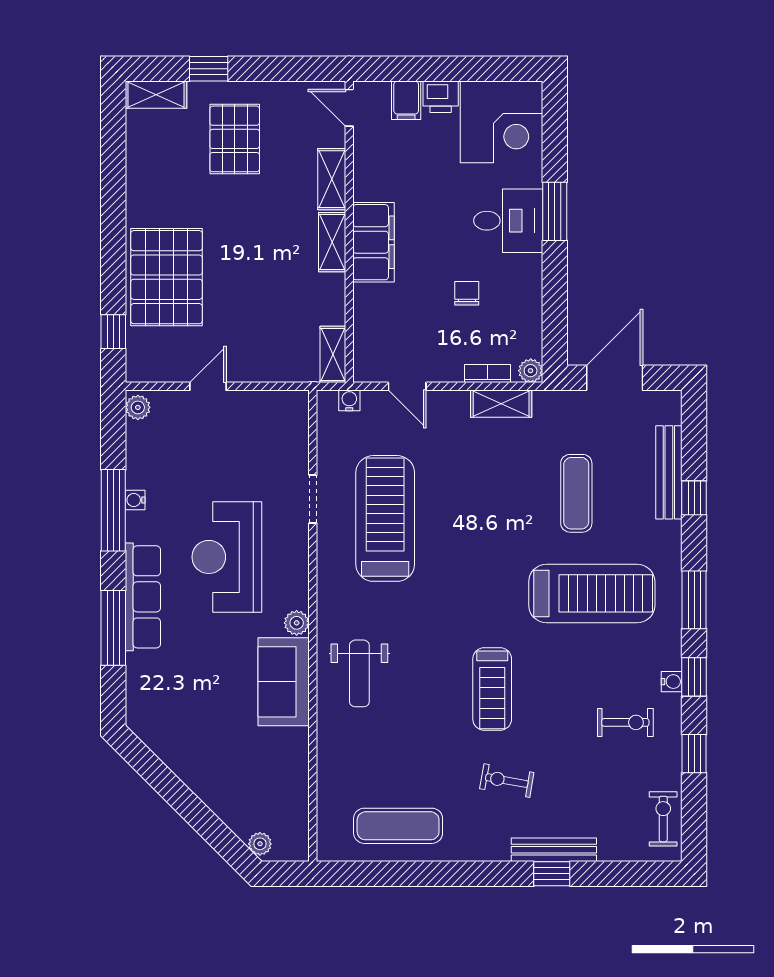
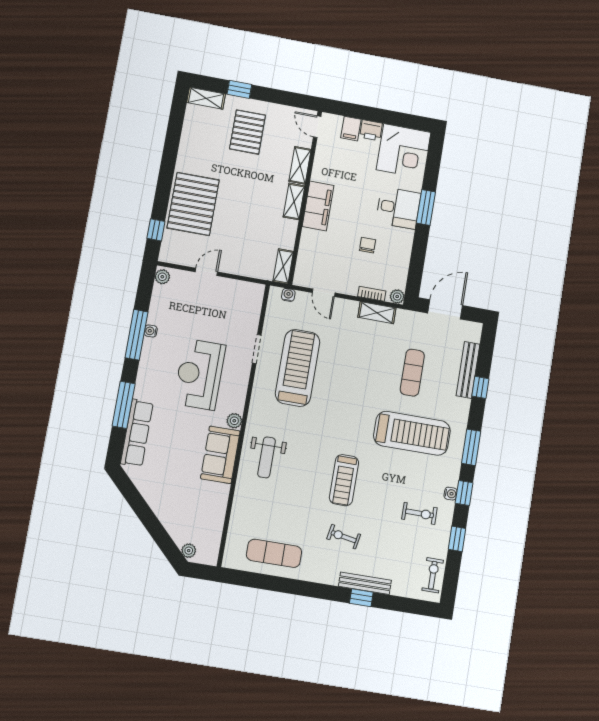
row of seats: (143, 597) -> (137, 433), moved

